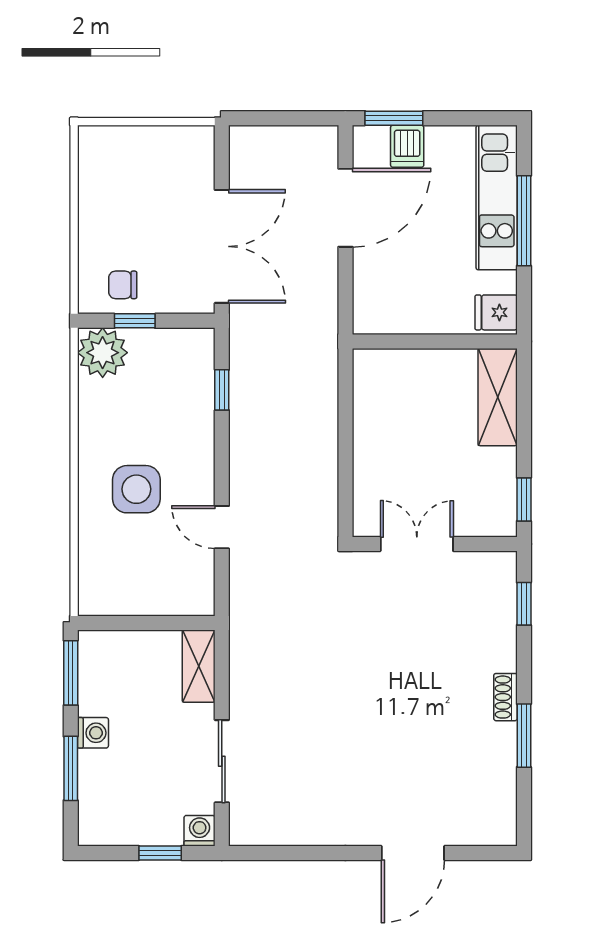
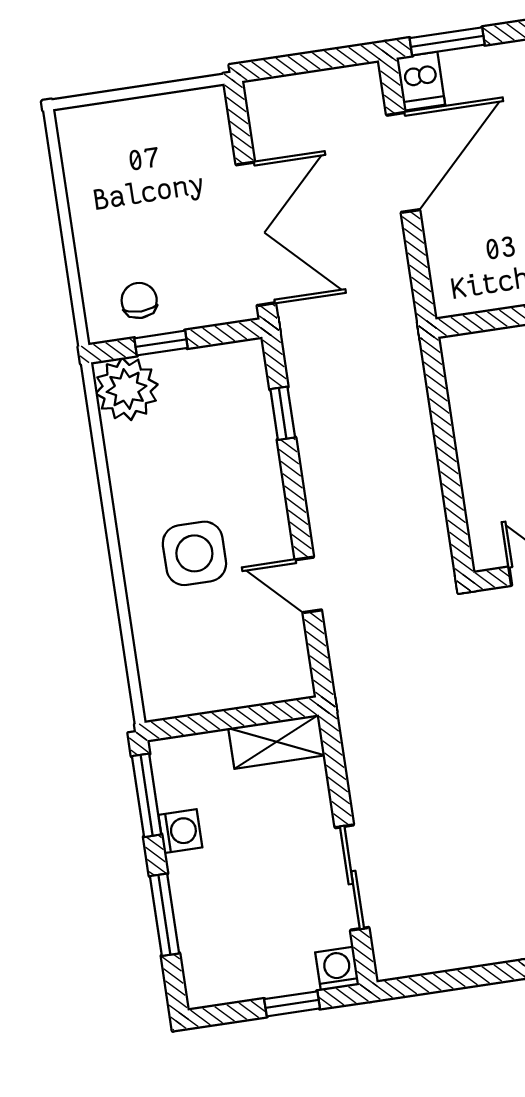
dishwasher: (407, 146) -> (421, 81), moved
chair: (123, 285) -> (139, 300), turned 90
shelving: (199, 666) -> (277, 742), moved, turned 90
washing machine: (93, 733) -> (180, 831), moved

